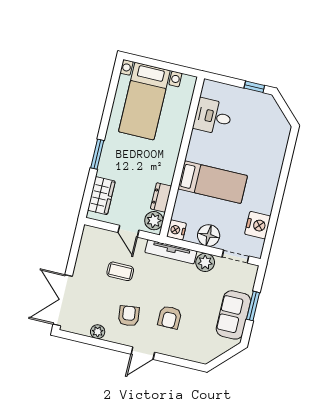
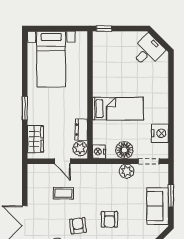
window: (254, 87) -> (104, 28), moved
desk: (213, 117) -> (148, 51), moved, turned 135
tv unit: (171, 252) -> (99, 169), removed

